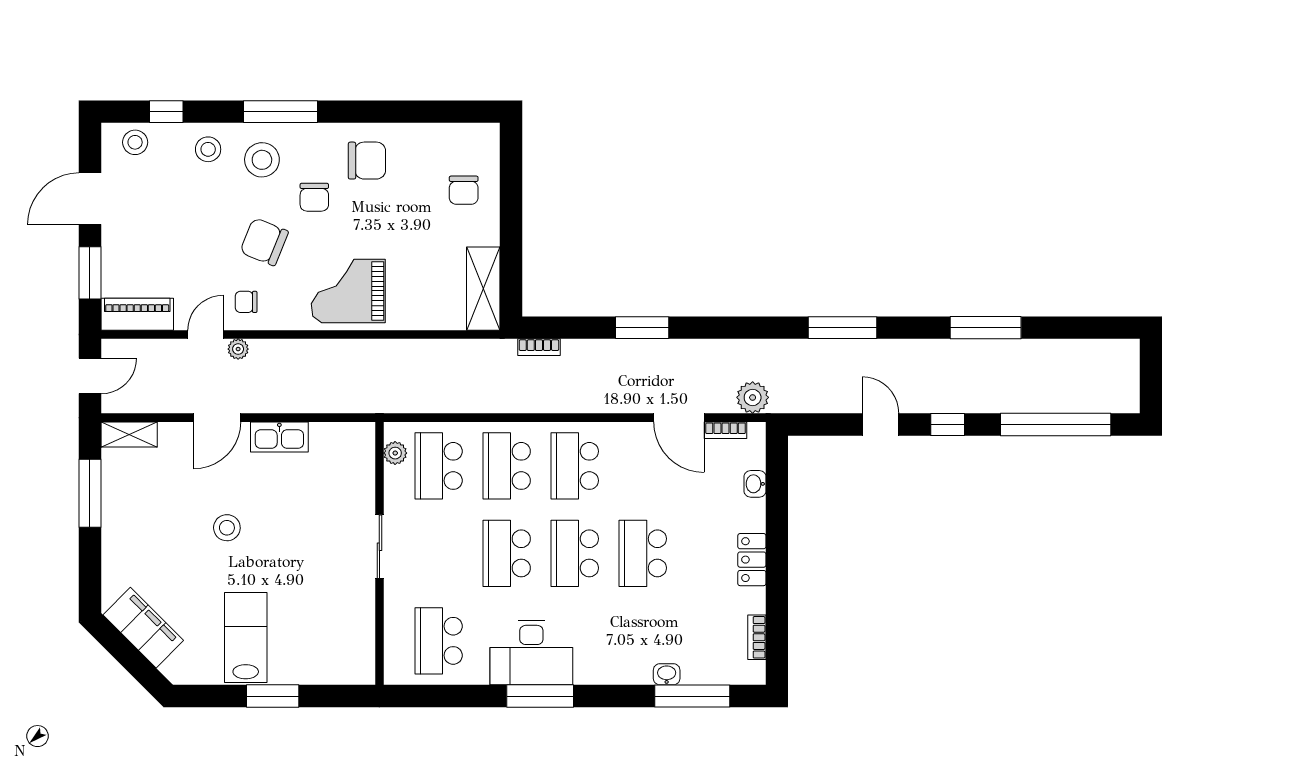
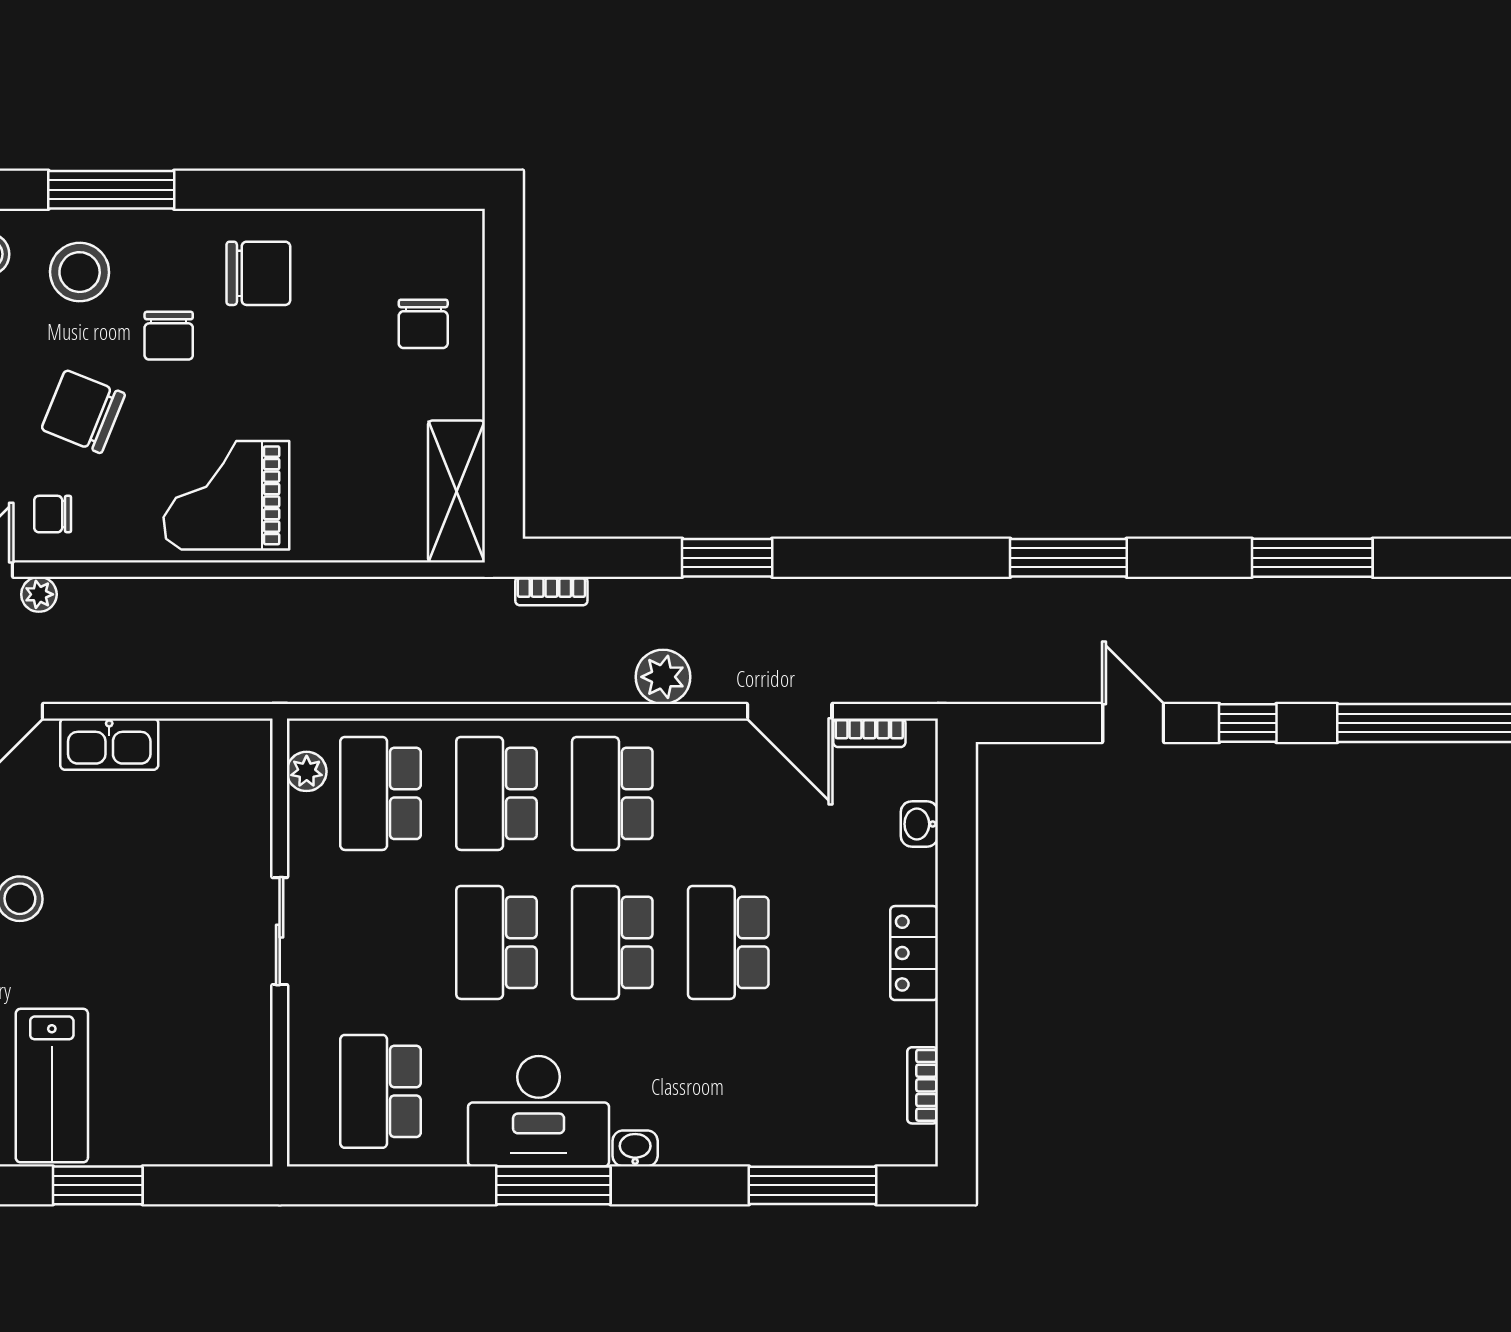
plant: (753, 397) -> (663, 677), moved
lab bench: (246, 637) -> (52, 1086), turned 180
washbasin: (667, 674) -> (635, 1148), moved

